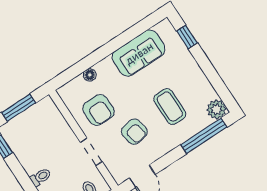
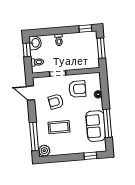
window: (125, 38) -> (107, 123), added
armchair: (99, 110) -> (77, 89), turned 180

